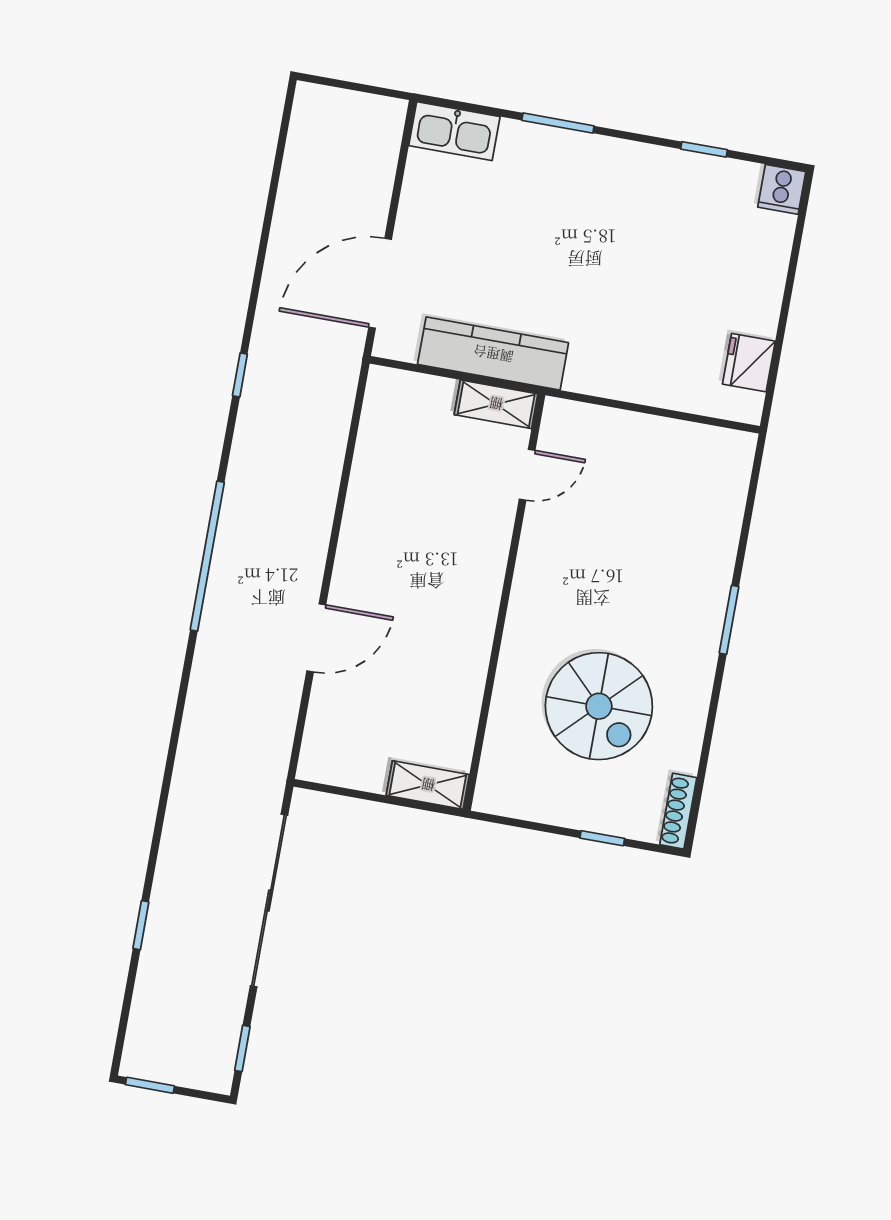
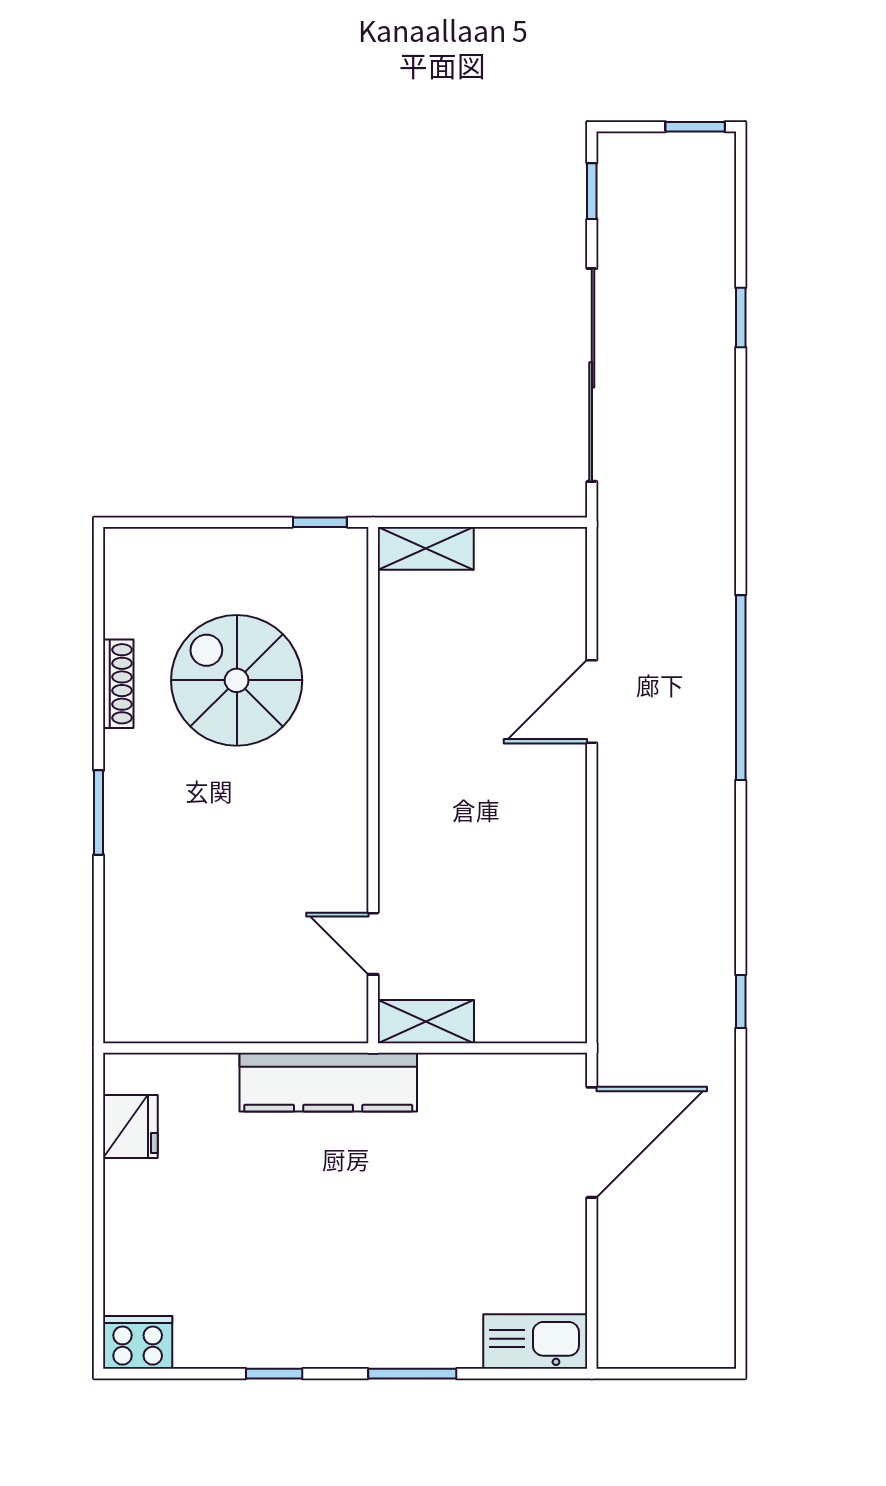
window: (704, 149) -> (274, 1374), moved
cooker: (782, 189) -> (138, 1342), width x1.36
kitchen counter: (493, 354) -> (328, 1082), moved
door: (527, 475) -> (373, 944), hinge flipped
window: (207, 556) -> (741, 688), moved
shoe rack: (678, 811) -> (118, 684), moved
window: (602, 838) -> (320, 522), moved

